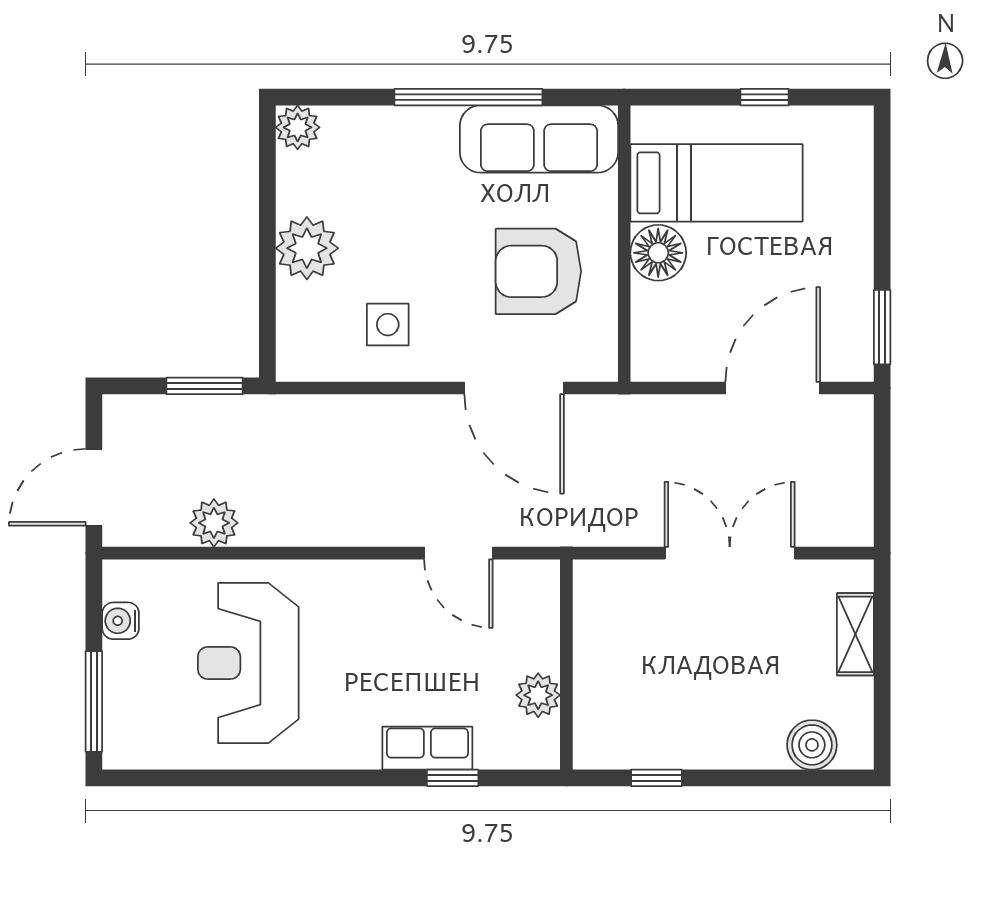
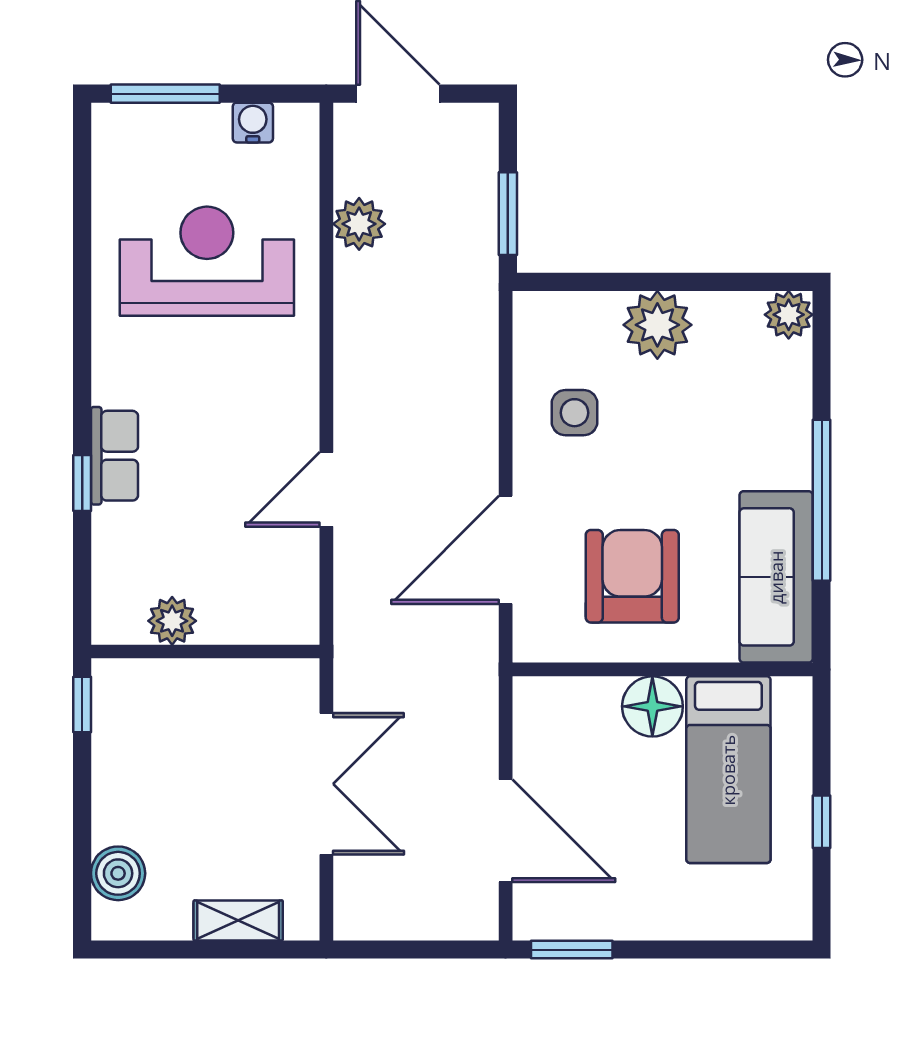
wall: (566, 665) -> (205, 652), moved
plant: (538, 695) -> (172, 621), moved

